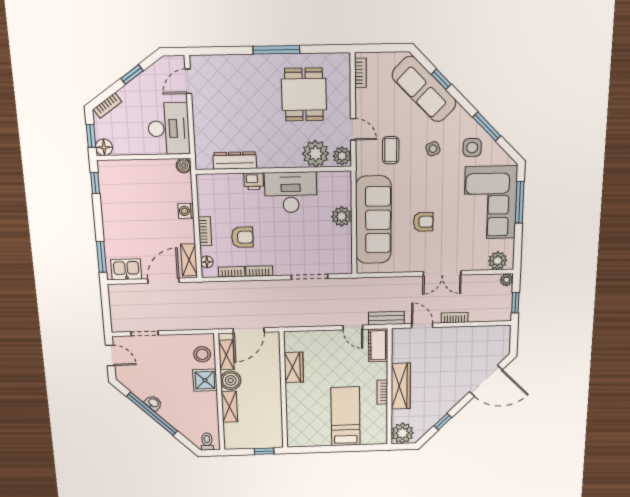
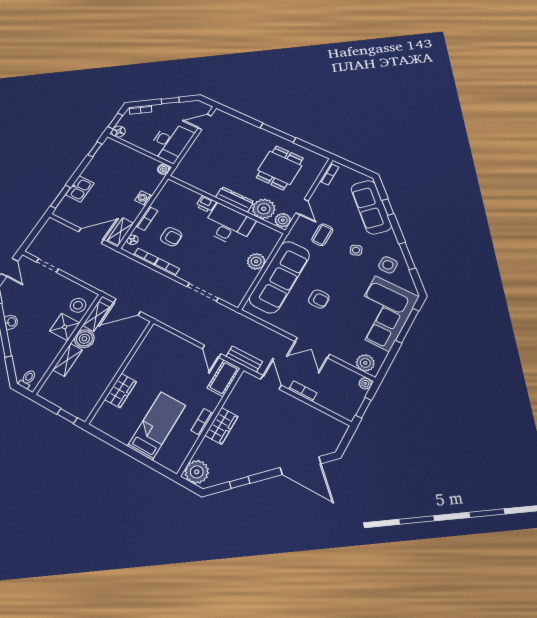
dresser: (235, 161) -> (235, 199), moved
kitchen sink: (126, 269) -> (80, 189), moved, turned 90
wardrobe: (294, 367) -> (121, 391), moved
wardrobe: (401, 386) -> (221, 426), width x0.67

